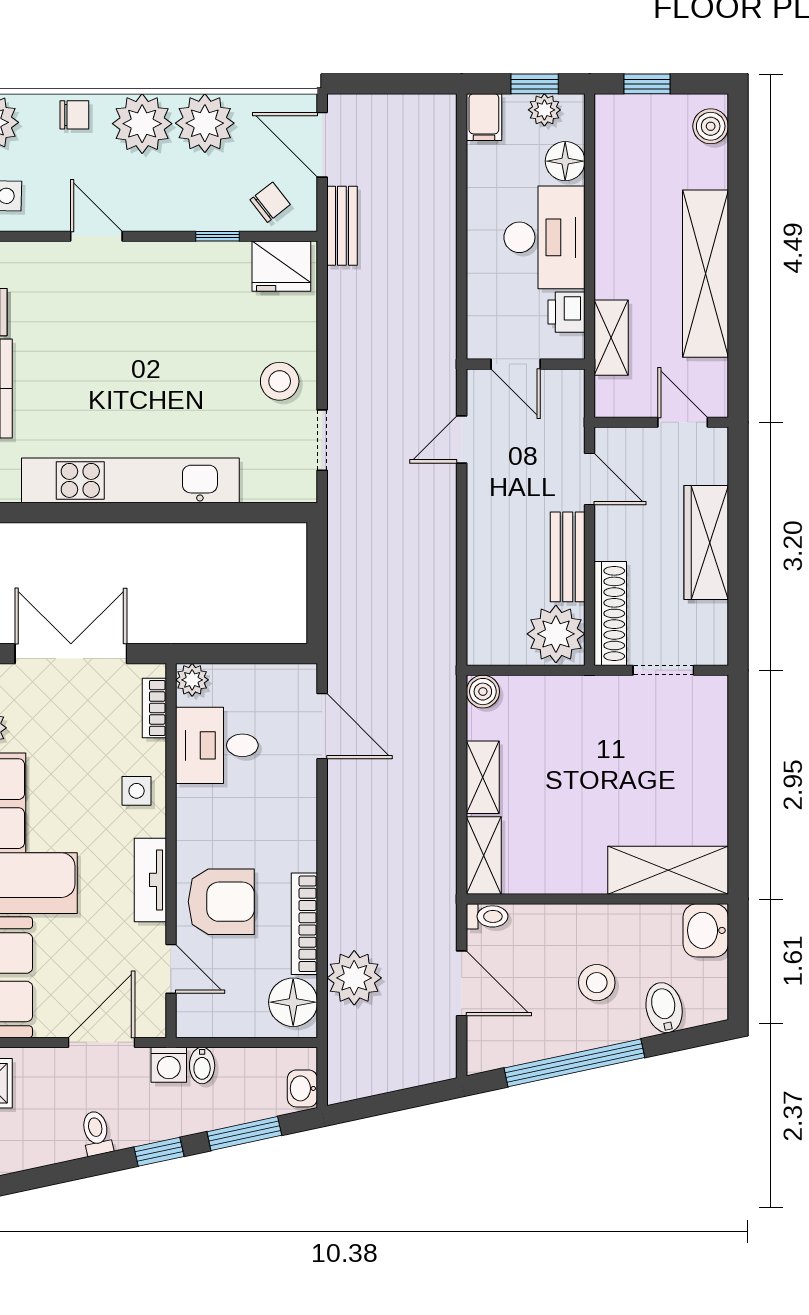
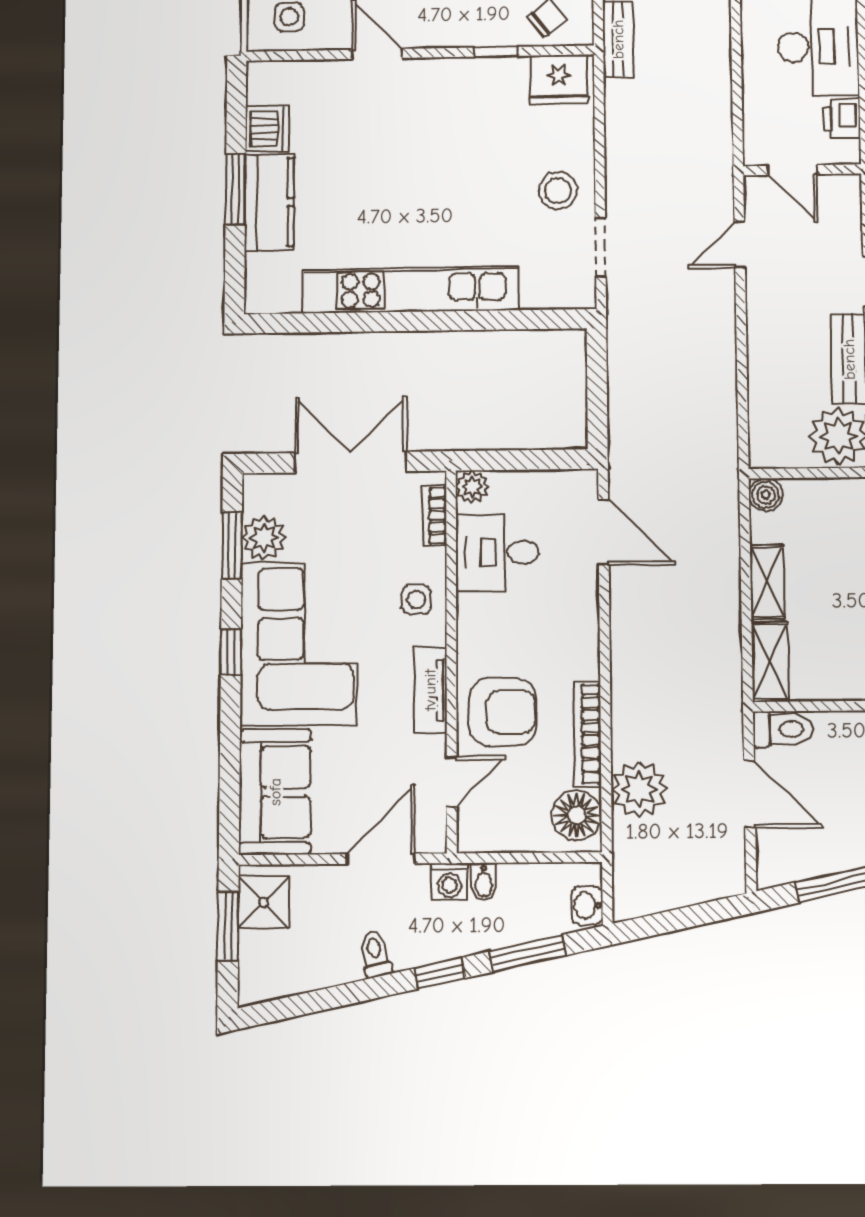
toilet: (487, 916) -> (783, 729), width x1.37, depth x1.39
door: (171, 969) -> (452, 782), hinge flipped

